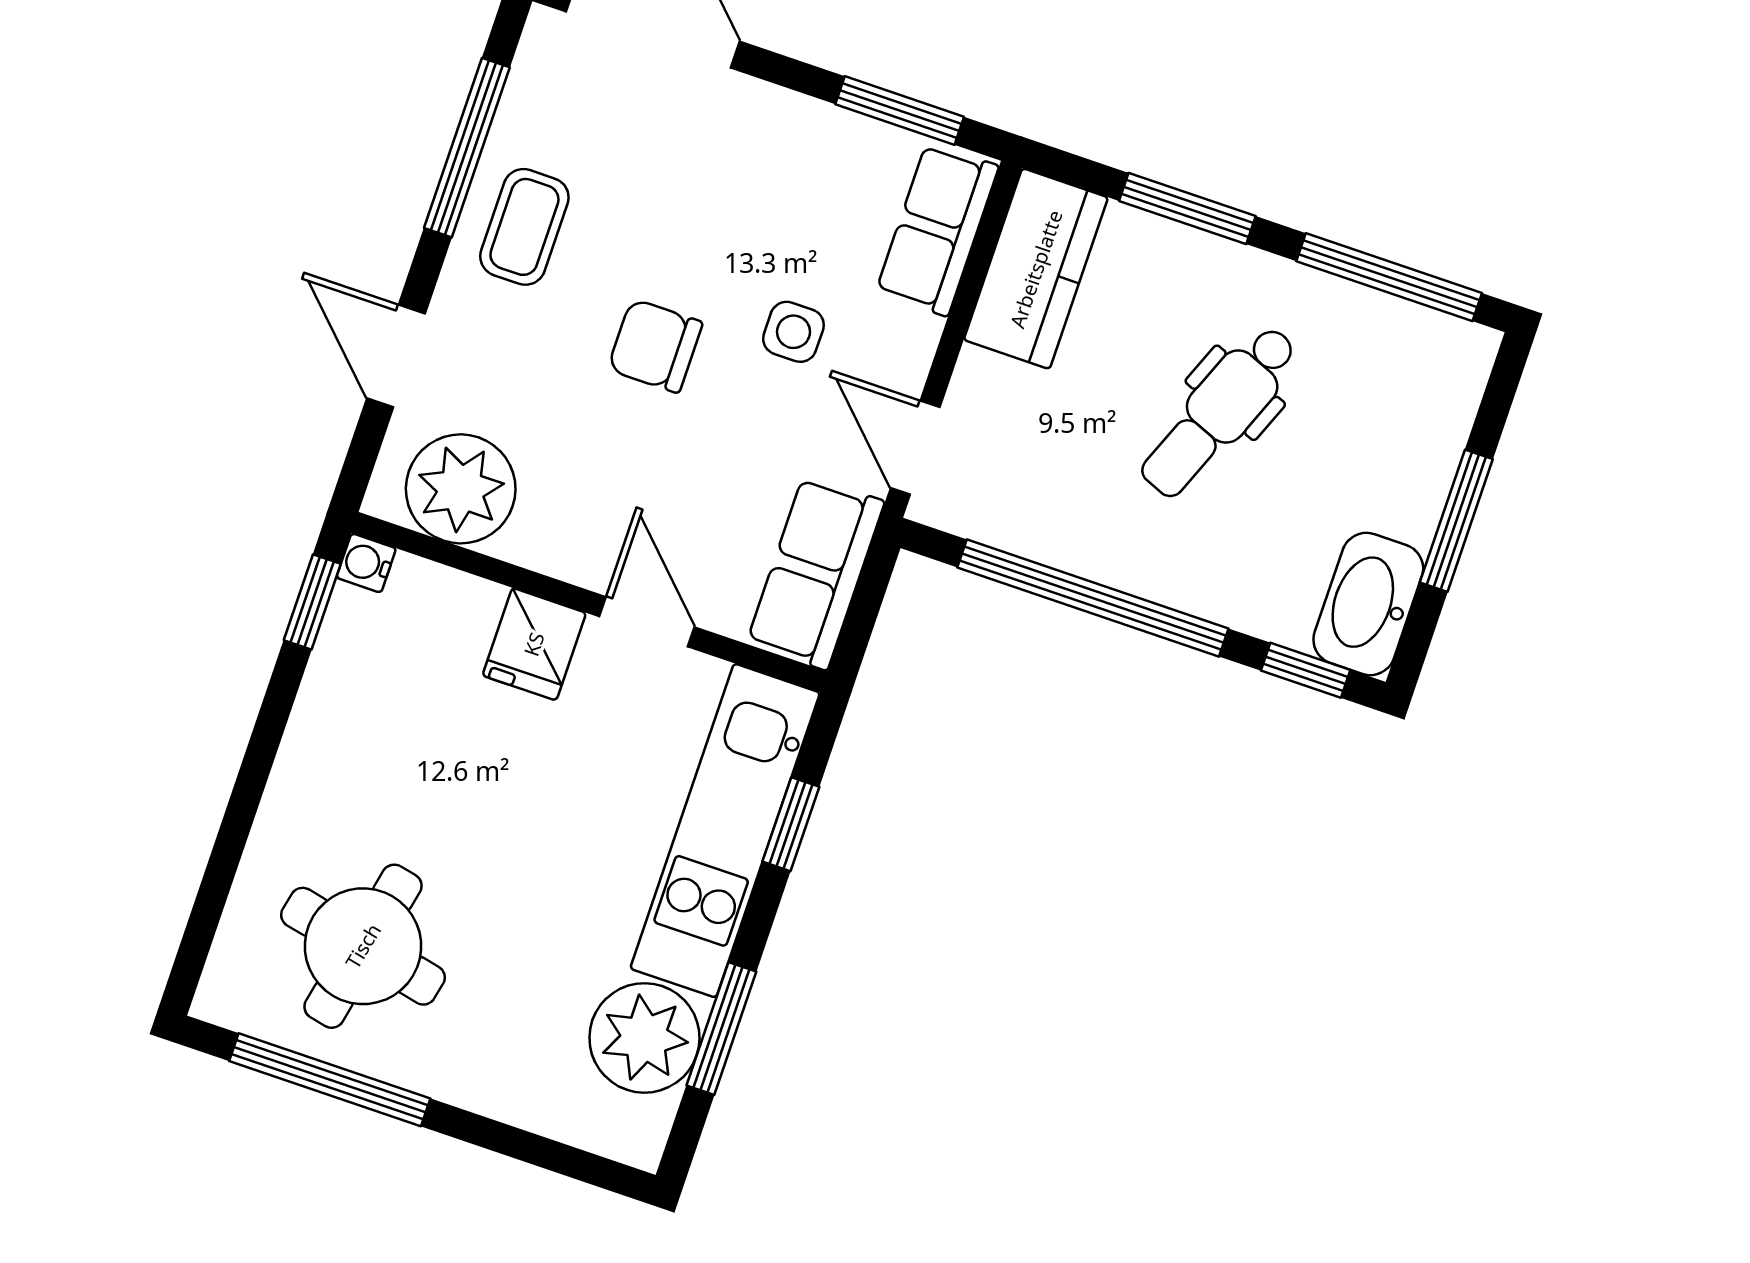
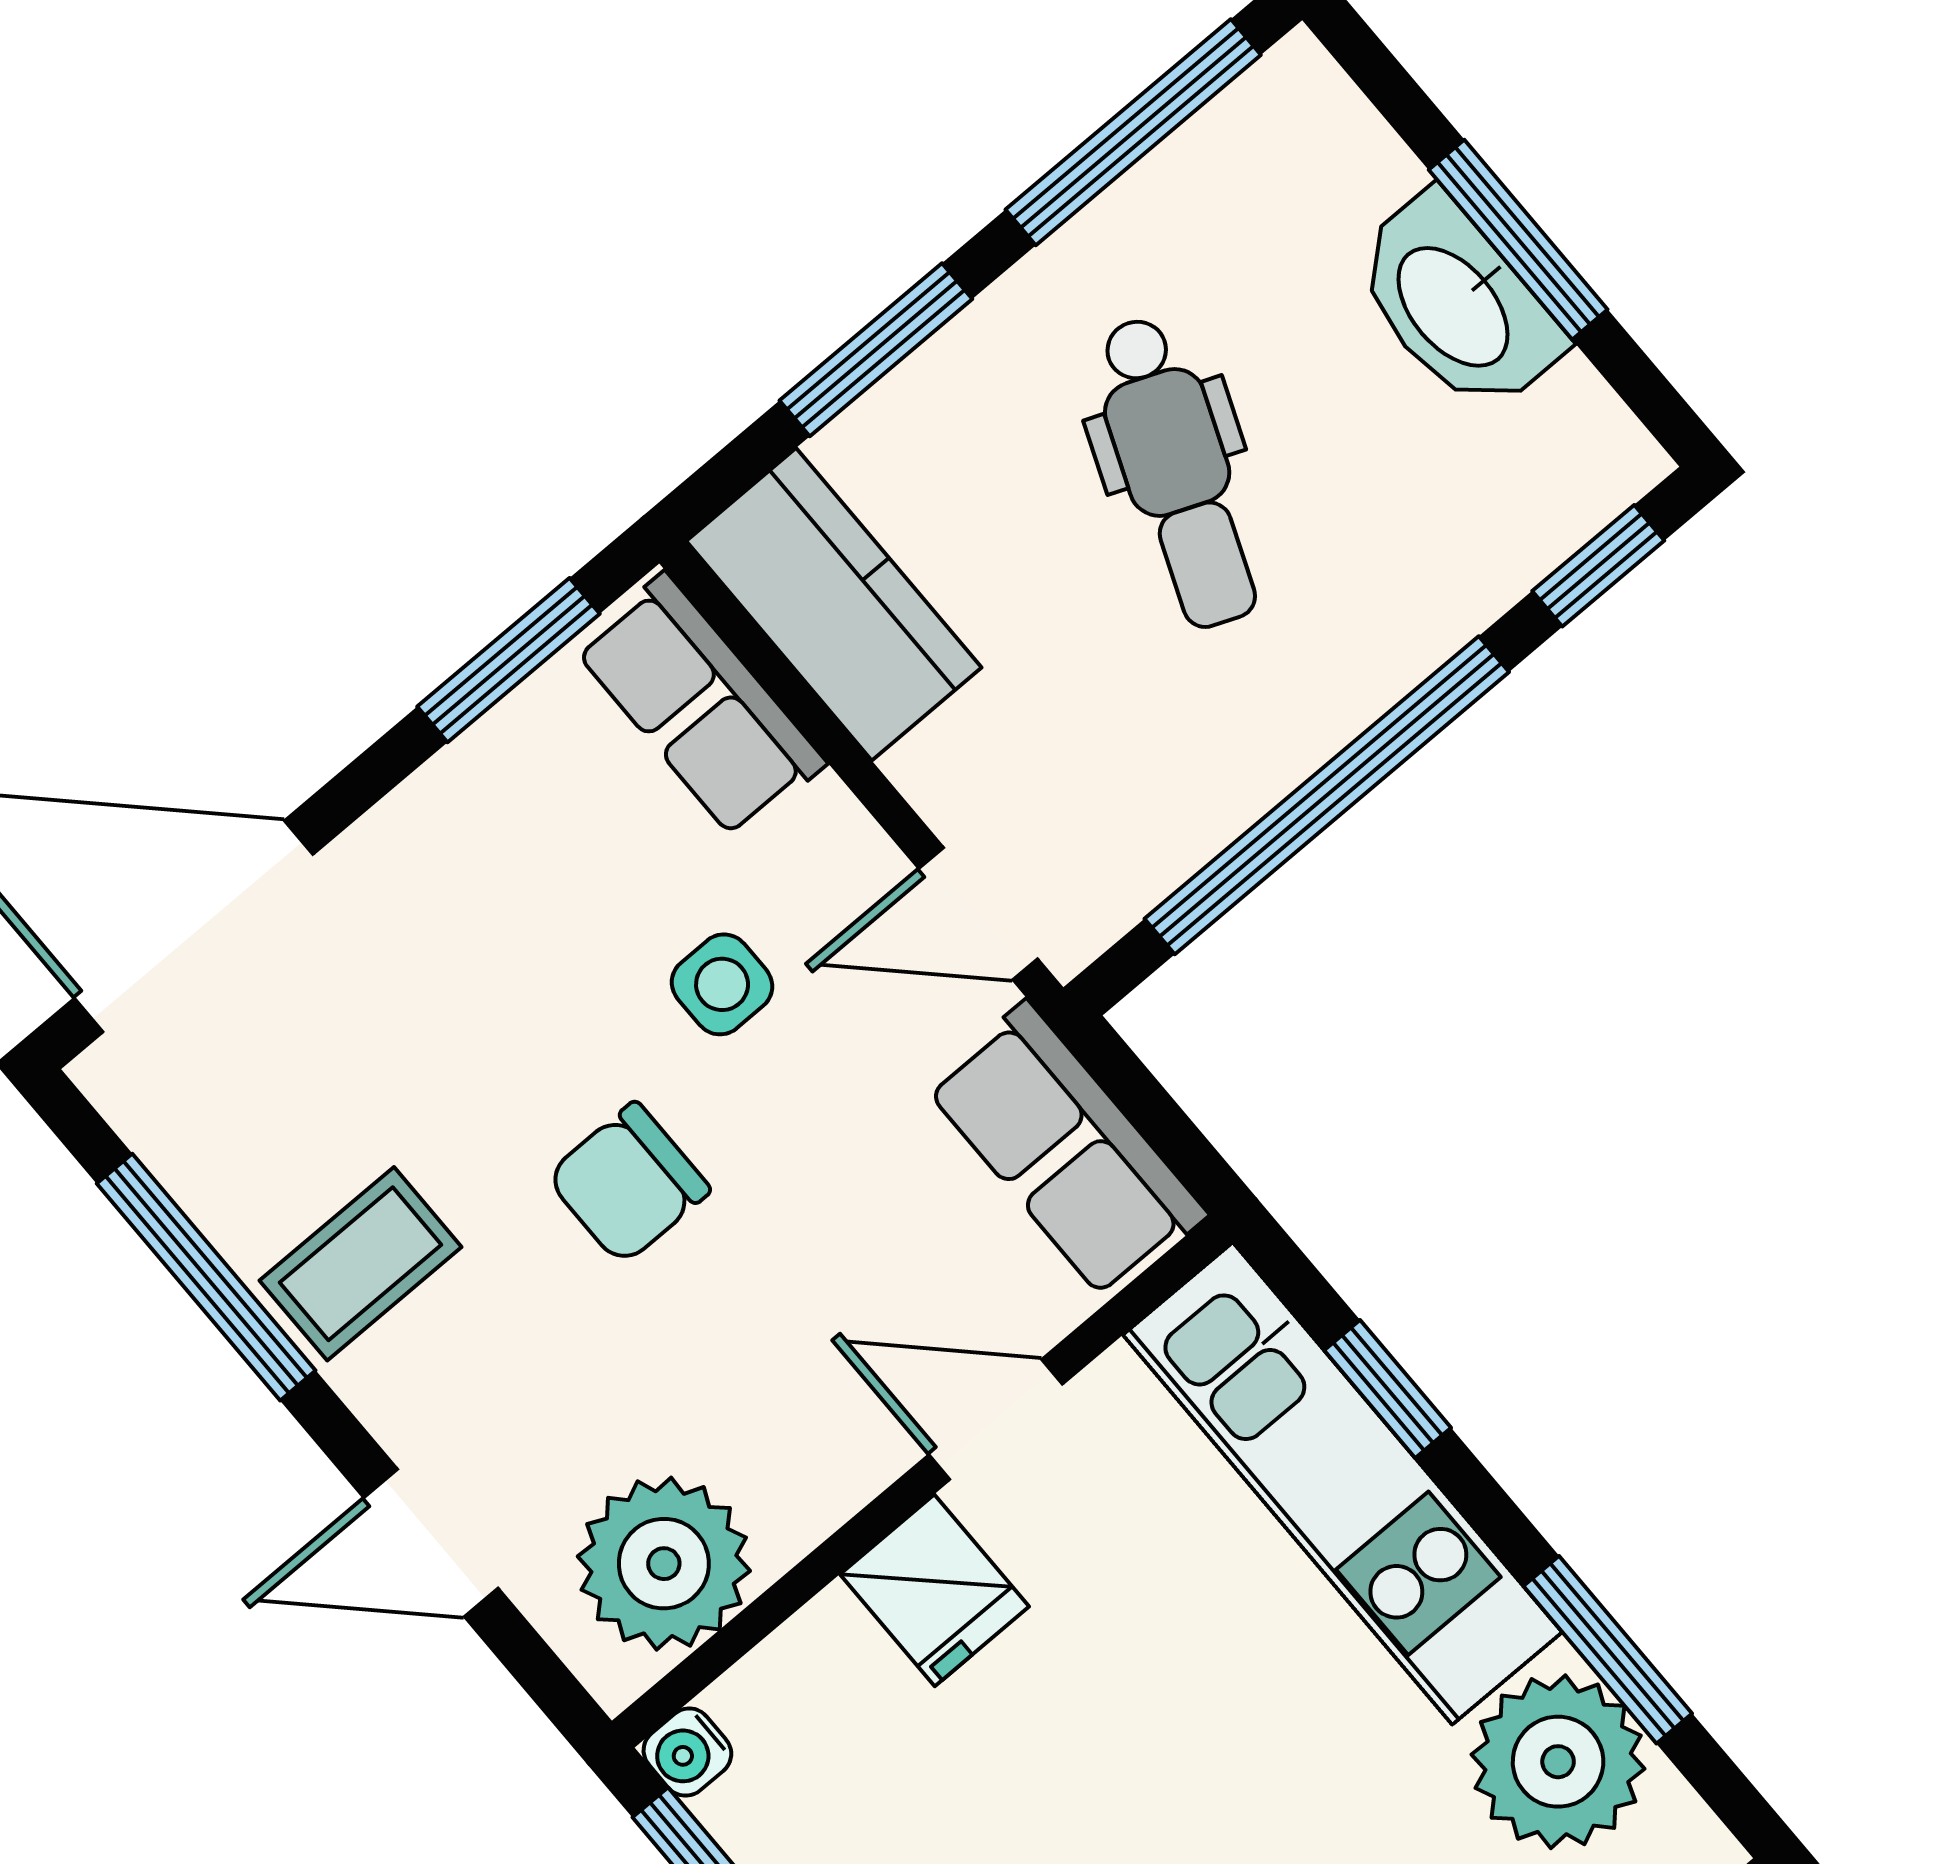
coffee table: (524, 227) -> (361, 1264), turned 90
washbasin: (1368, 604) -> (1456, 304), moved

